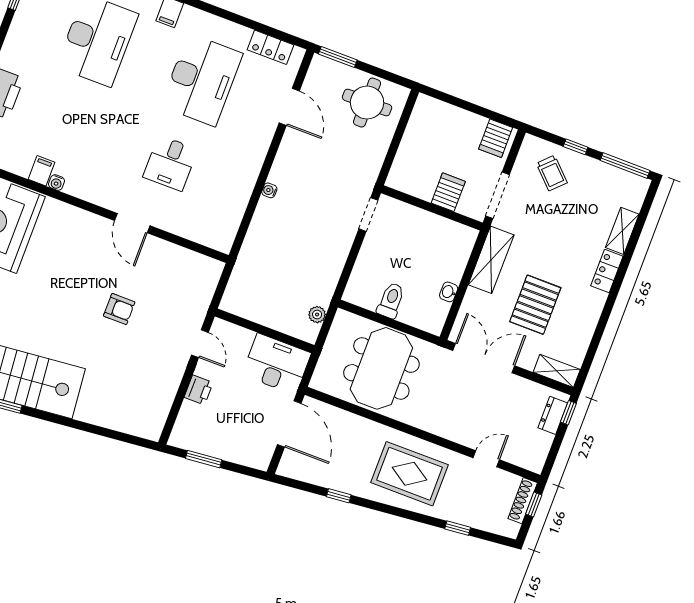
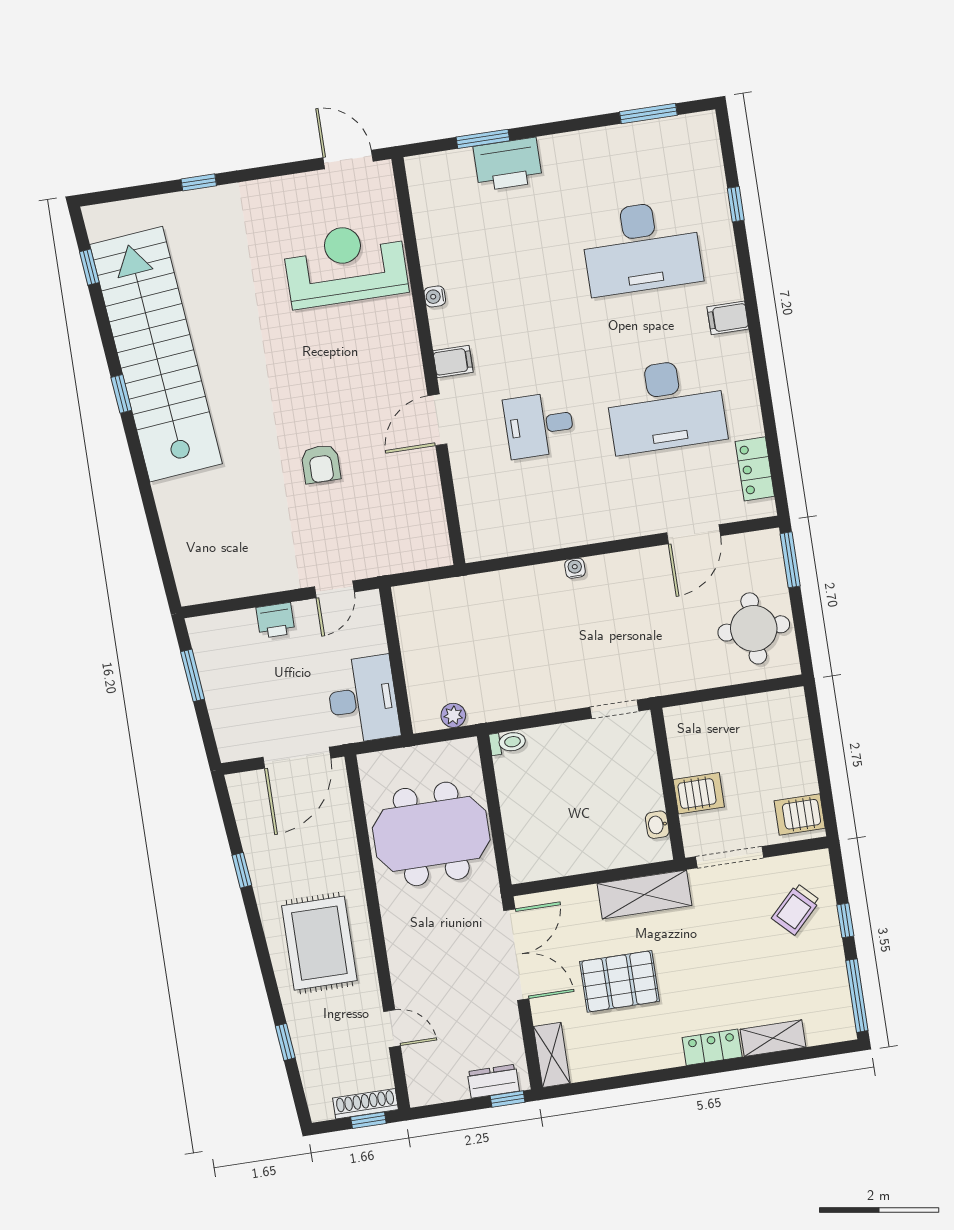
filing cabinet: (41, 171) -> (453, 361), moved
washbasin: (449, 292) -> (657, 825), moved, turned -90
toilet: (391, 300) -> (508, 742), moved, width x0.73, depth x0.72

